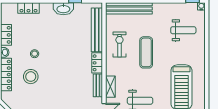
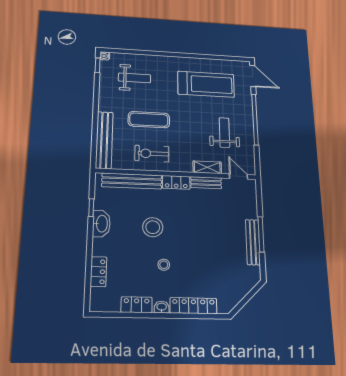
weight bench: (183, 30) -> (135, 78), turned 90
exercise mat: (146, 52) -> (149, 120), moved
stool: (31, 77) -> (153, 227), moved

